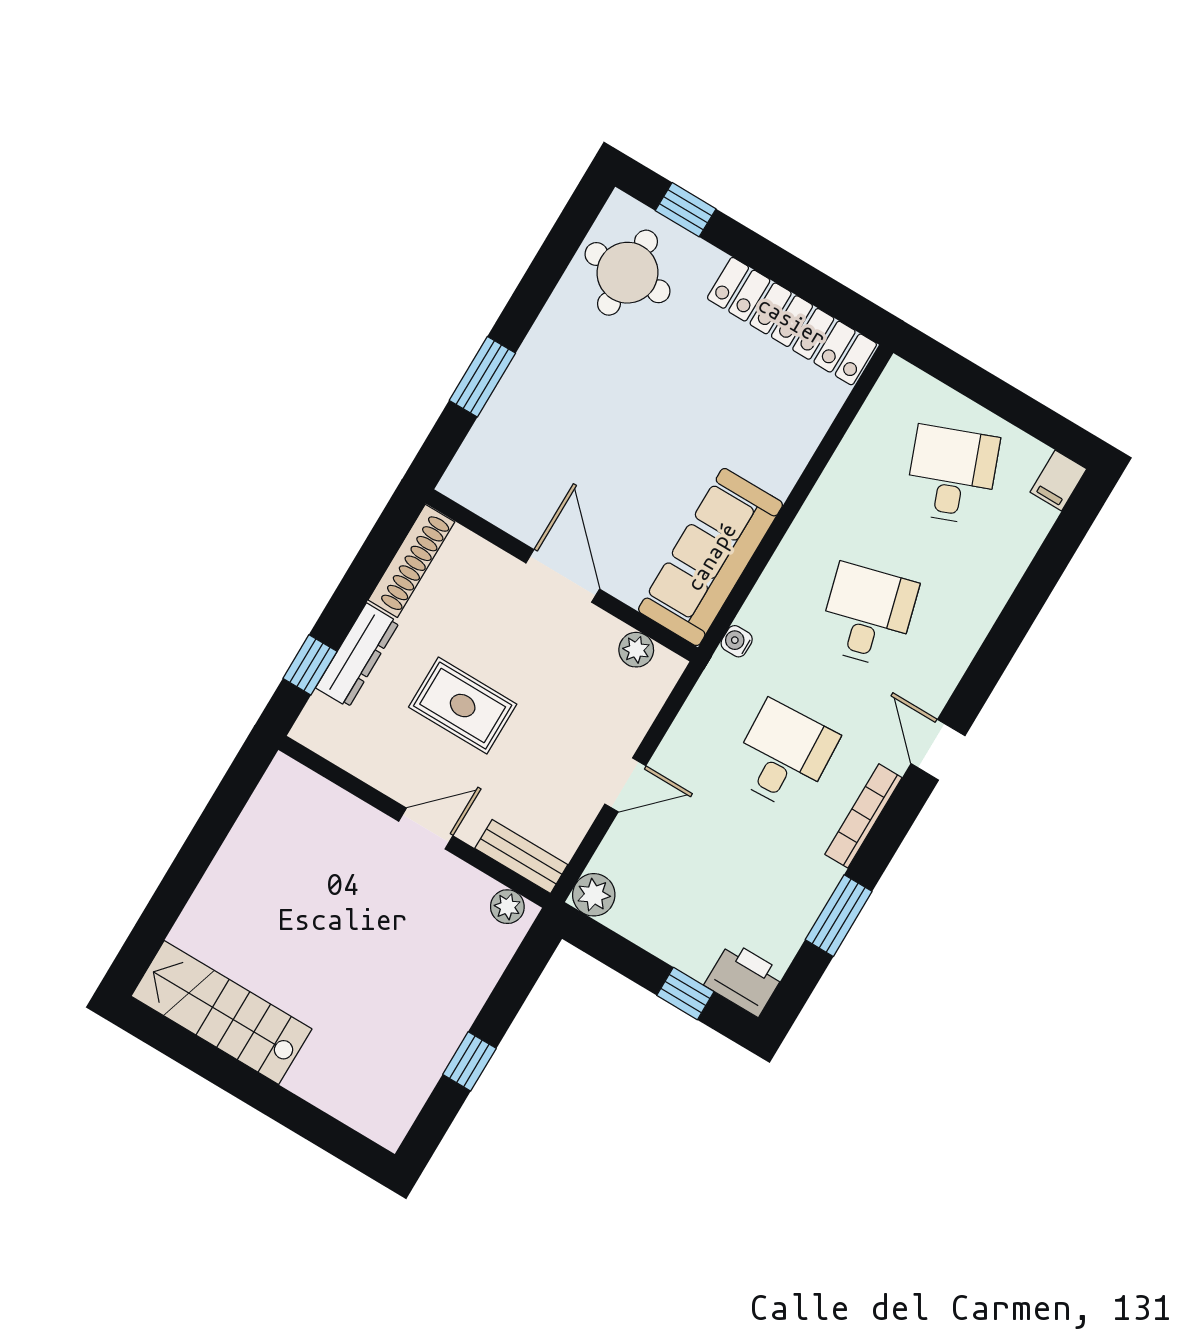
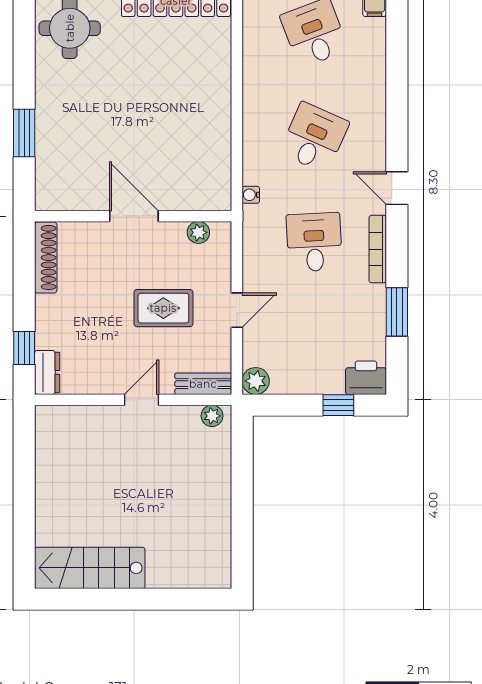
sofa: (711, 557) -> (209, 157), removed
desk: (868, 615) -> (314, 137), turned 39
dresser: (357, 655) -> (47, 372), moved, width x0.70
rug: (463, 706) -> (163, 308), moved
window: (469, 1061) -> (242, 513), removed

